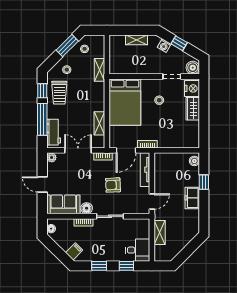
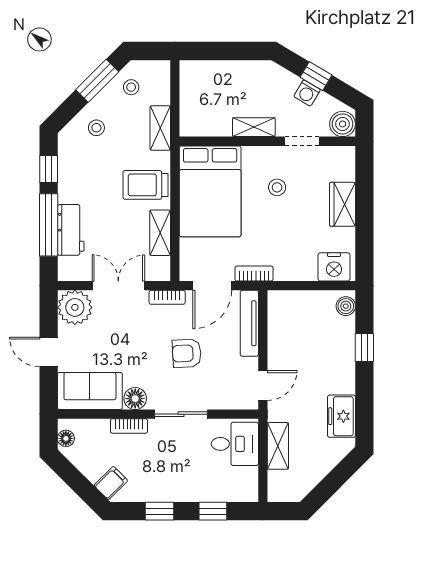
shelving: (137, 40) -> (254, 127), moved
washing machine: (164, 46) -> (307, 93), moved
nightstand: (192, 88) -> (334, 267), moved, turned 90
trolley: (59, 93) -> (145, 185), moved, turned 90
workbench: (54, 132) -> (71, 230), moved
plant: (52, 157) -> (75, 307), width x1.88, depth x1.88
freezer: (192, 198) -> (341, 416), moved
desk: (138, 250) -> (235, 444), moved

